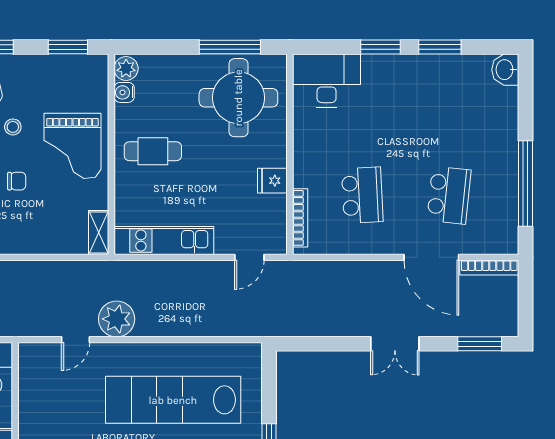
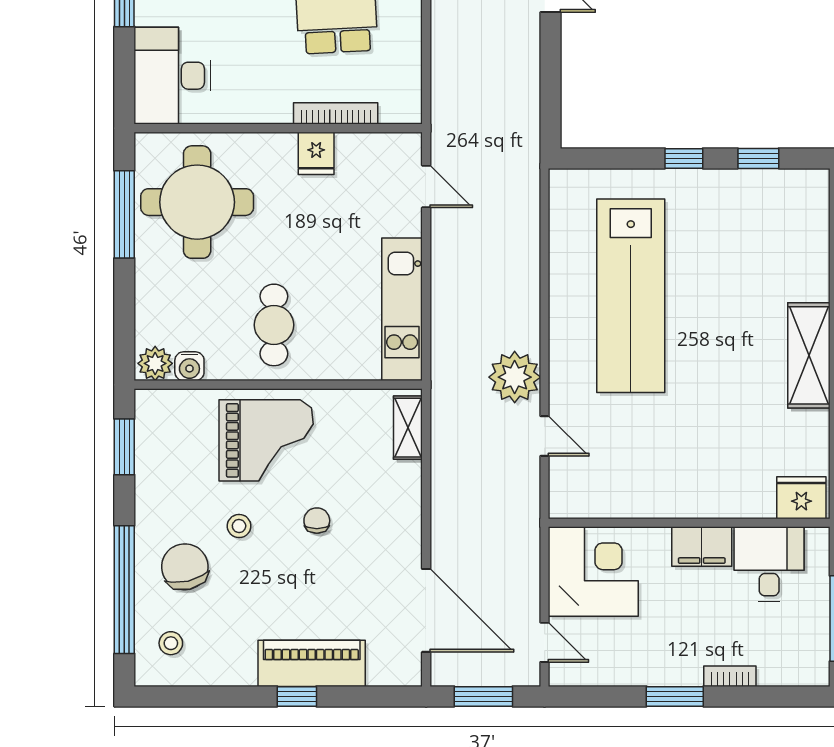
bookcase: (300, 218) -> (336, 113), moved
shelving: (99, 232) -> (408, 428), moved, turned 90

